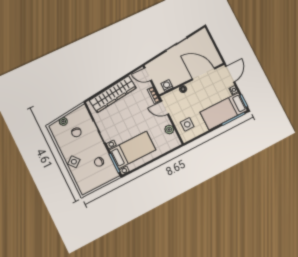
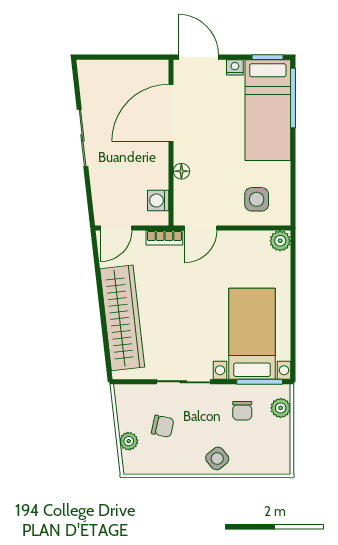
plant: (169, 129) -> (280, 241), moved
plant: (108, 177) -> (281, 408), added

